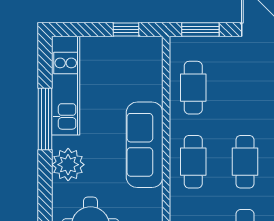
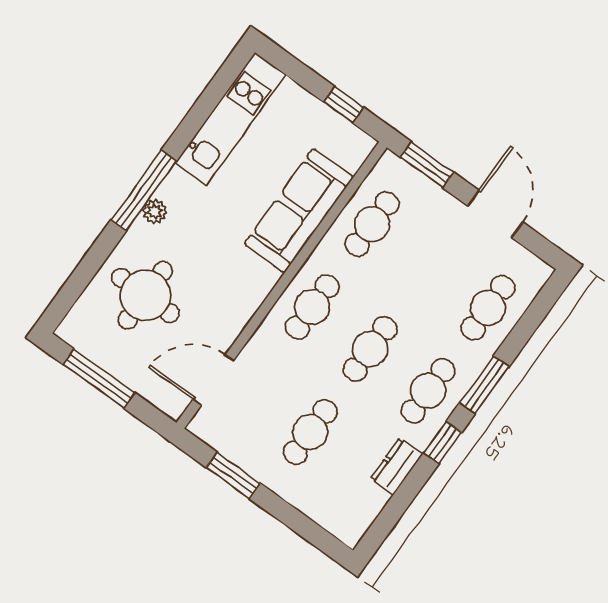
window: (45, 119) -> (144, 190), moved
sofa: (145, 145) -> (299, 211), moved
plant: (68, 165) -> (155, 211), width x0.53, depth x0.53

